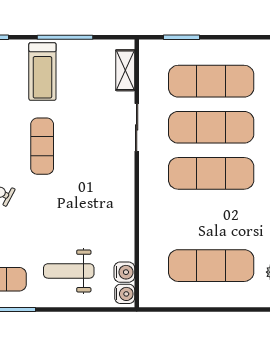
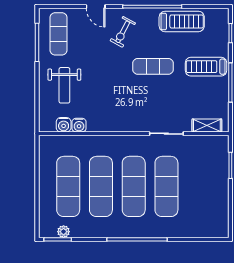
exercise mat: (211, 81) -> (101, 186), moved
weight bench: (69, 271) -> (64, 85), turned 180
water cooler: (125, 294) -> (79, 125), moved

